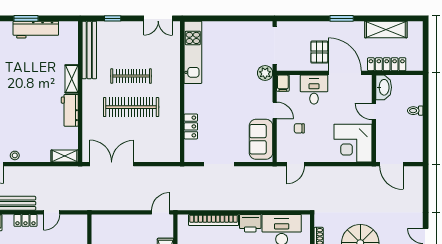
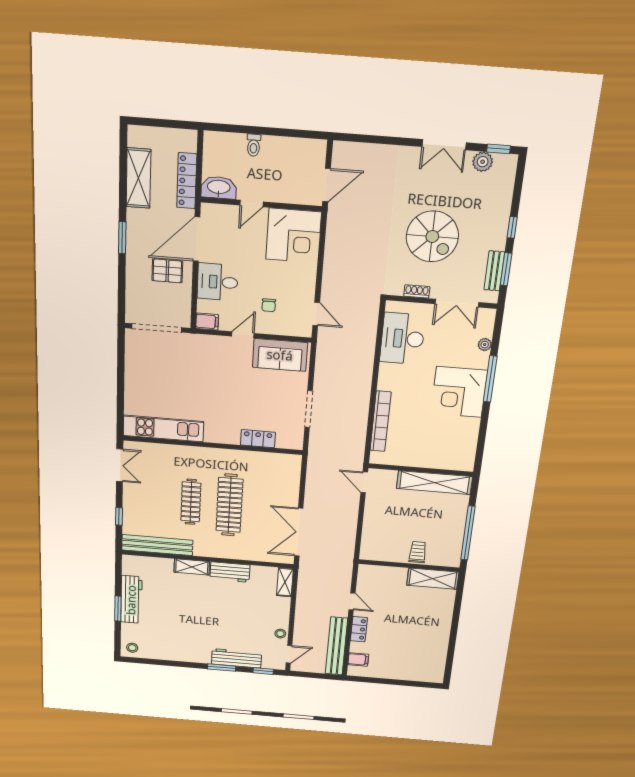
plant: (265, 73) -> (193, 343), removed
printer: (250, 223) -> (390, 377), removed

